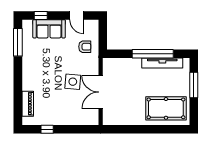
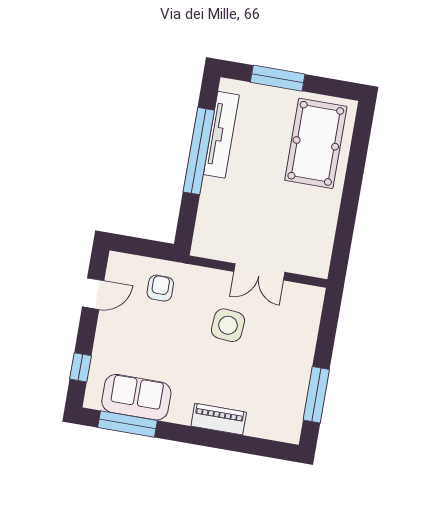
sofa: (49, 29) -> (136, 397), moved, turned -90
double door: (101, 92) -> (259, 272), width x0.73
piano: (28, 104) -> (219, 419), moved
window: (47, 129) -> (316, 395), width x2.17

